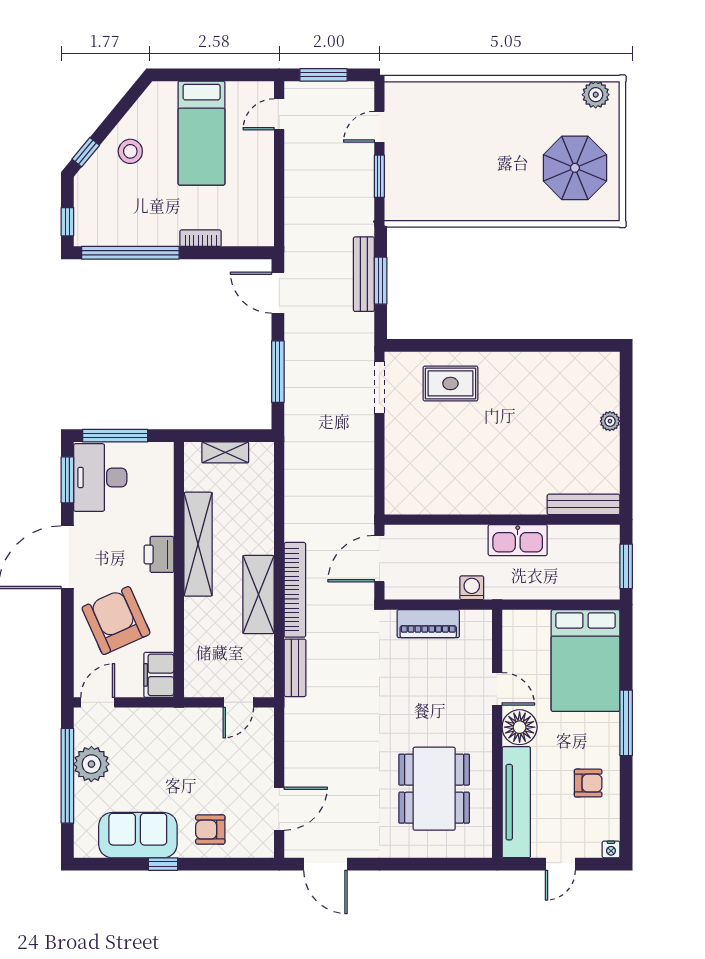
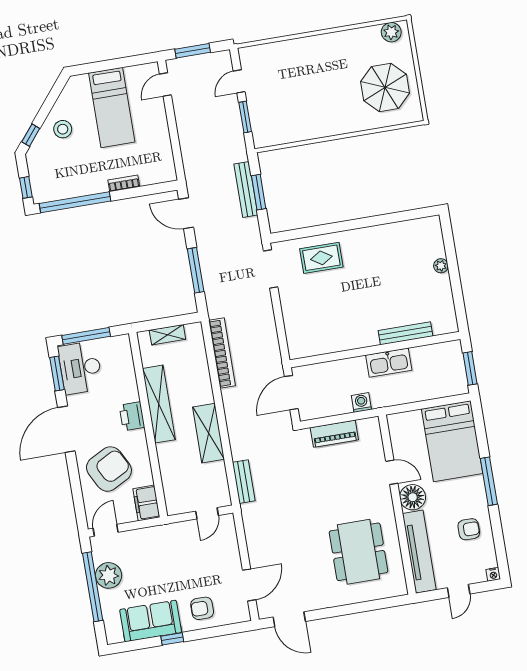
bench: (583, 504) -> (406, 333), moved
bookcase: (295, 590) -> (222, 353), moved
armchair: (116, 621) -> (109, 469), turned 86

